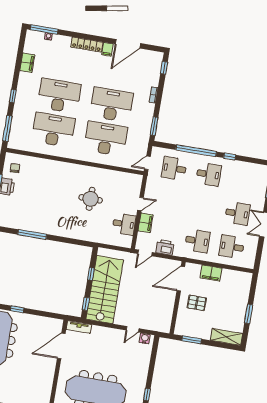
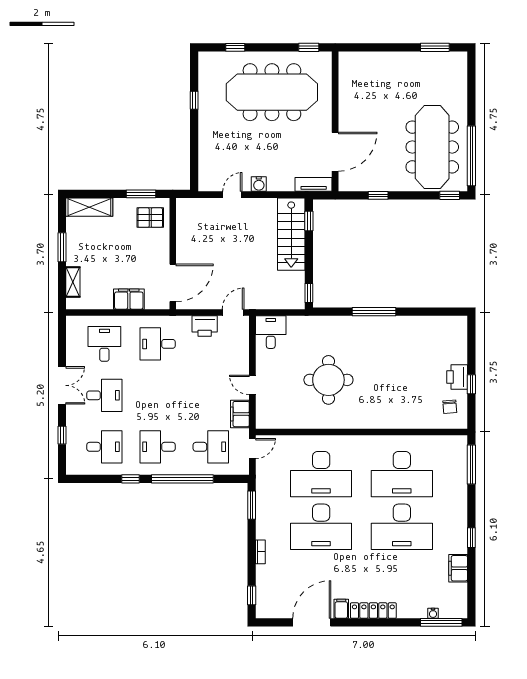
window: (13, 96) -> (471, 538), moved
desk: (243, 180) -> (104, 447), added
round table: (91, 199) -> (328, 380), width x1.36, depth x1.36
door: (140, 204) -> (252, 385), hinge flipped
desk: (237, 213) -> (104, 395), turned 180
filing cabinet: (146, 223) -> (240, 414), moved
desk: (124, 224) -> (271, 332), moved, turned 90
window: (32, 234) -> (374, 312), moved
desk: (232, 247) -> (104, 344), turned -90
window: (91, 274) -> (309, 293), moved
stairs: (105, 290) -> (291, 234), width x0.73, depth x0.66
shelving: (245, 290) -> (73, 282), added
pallet: (197, 303) -> (150, 218), moved
window: (17, 309) -> (378, 195), moved
water cooler: (145, 338) -> (259, 184), moved

